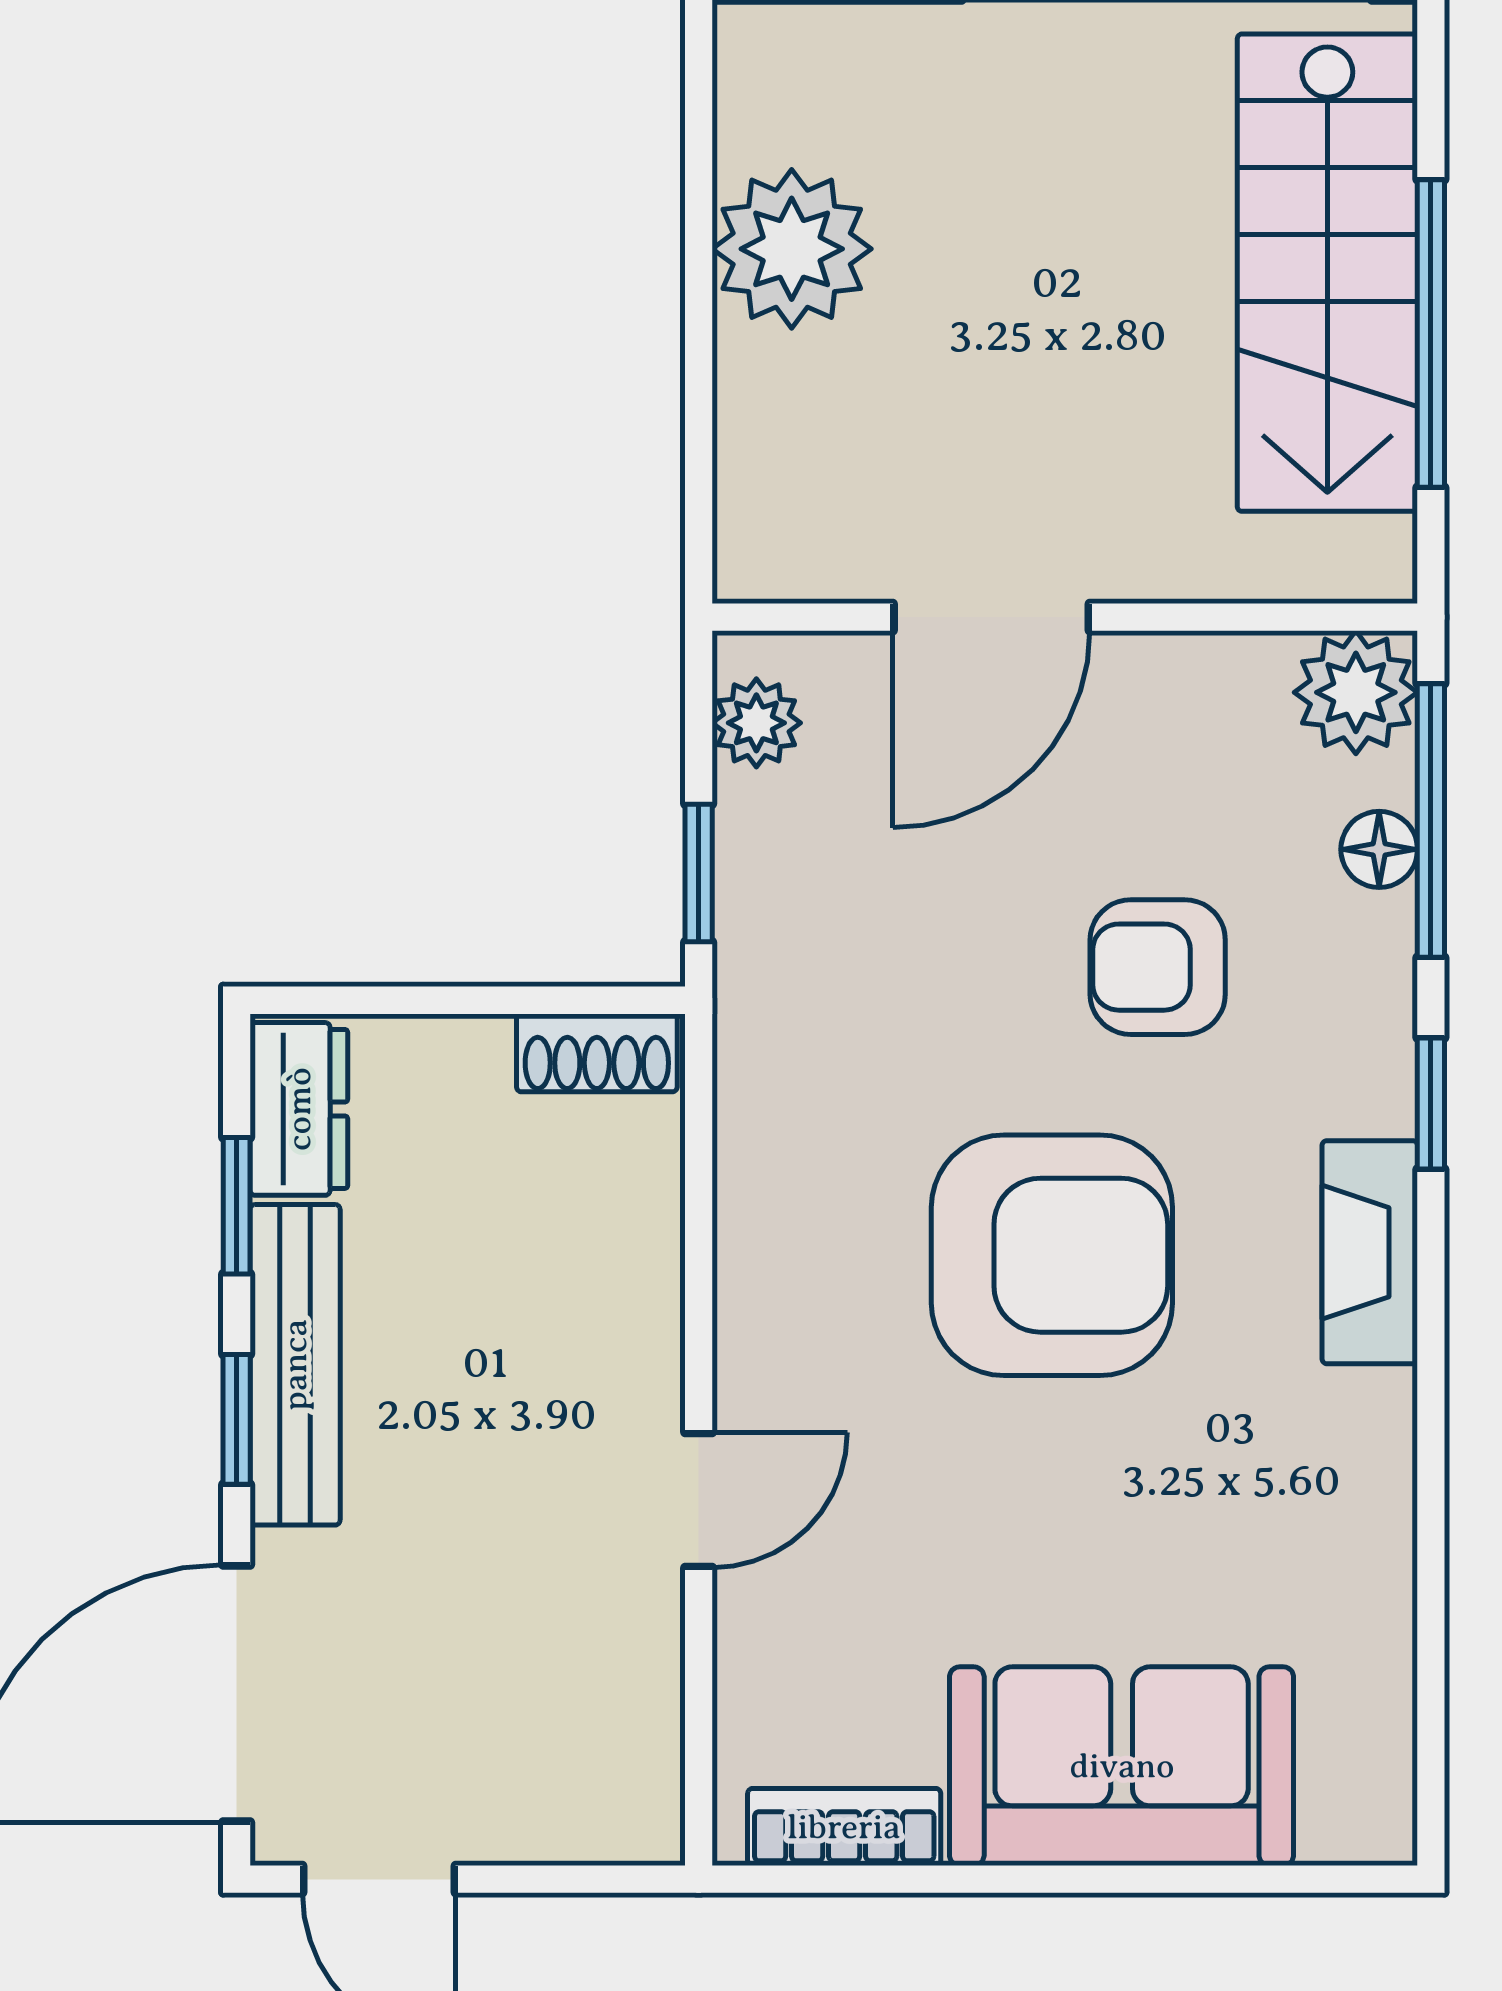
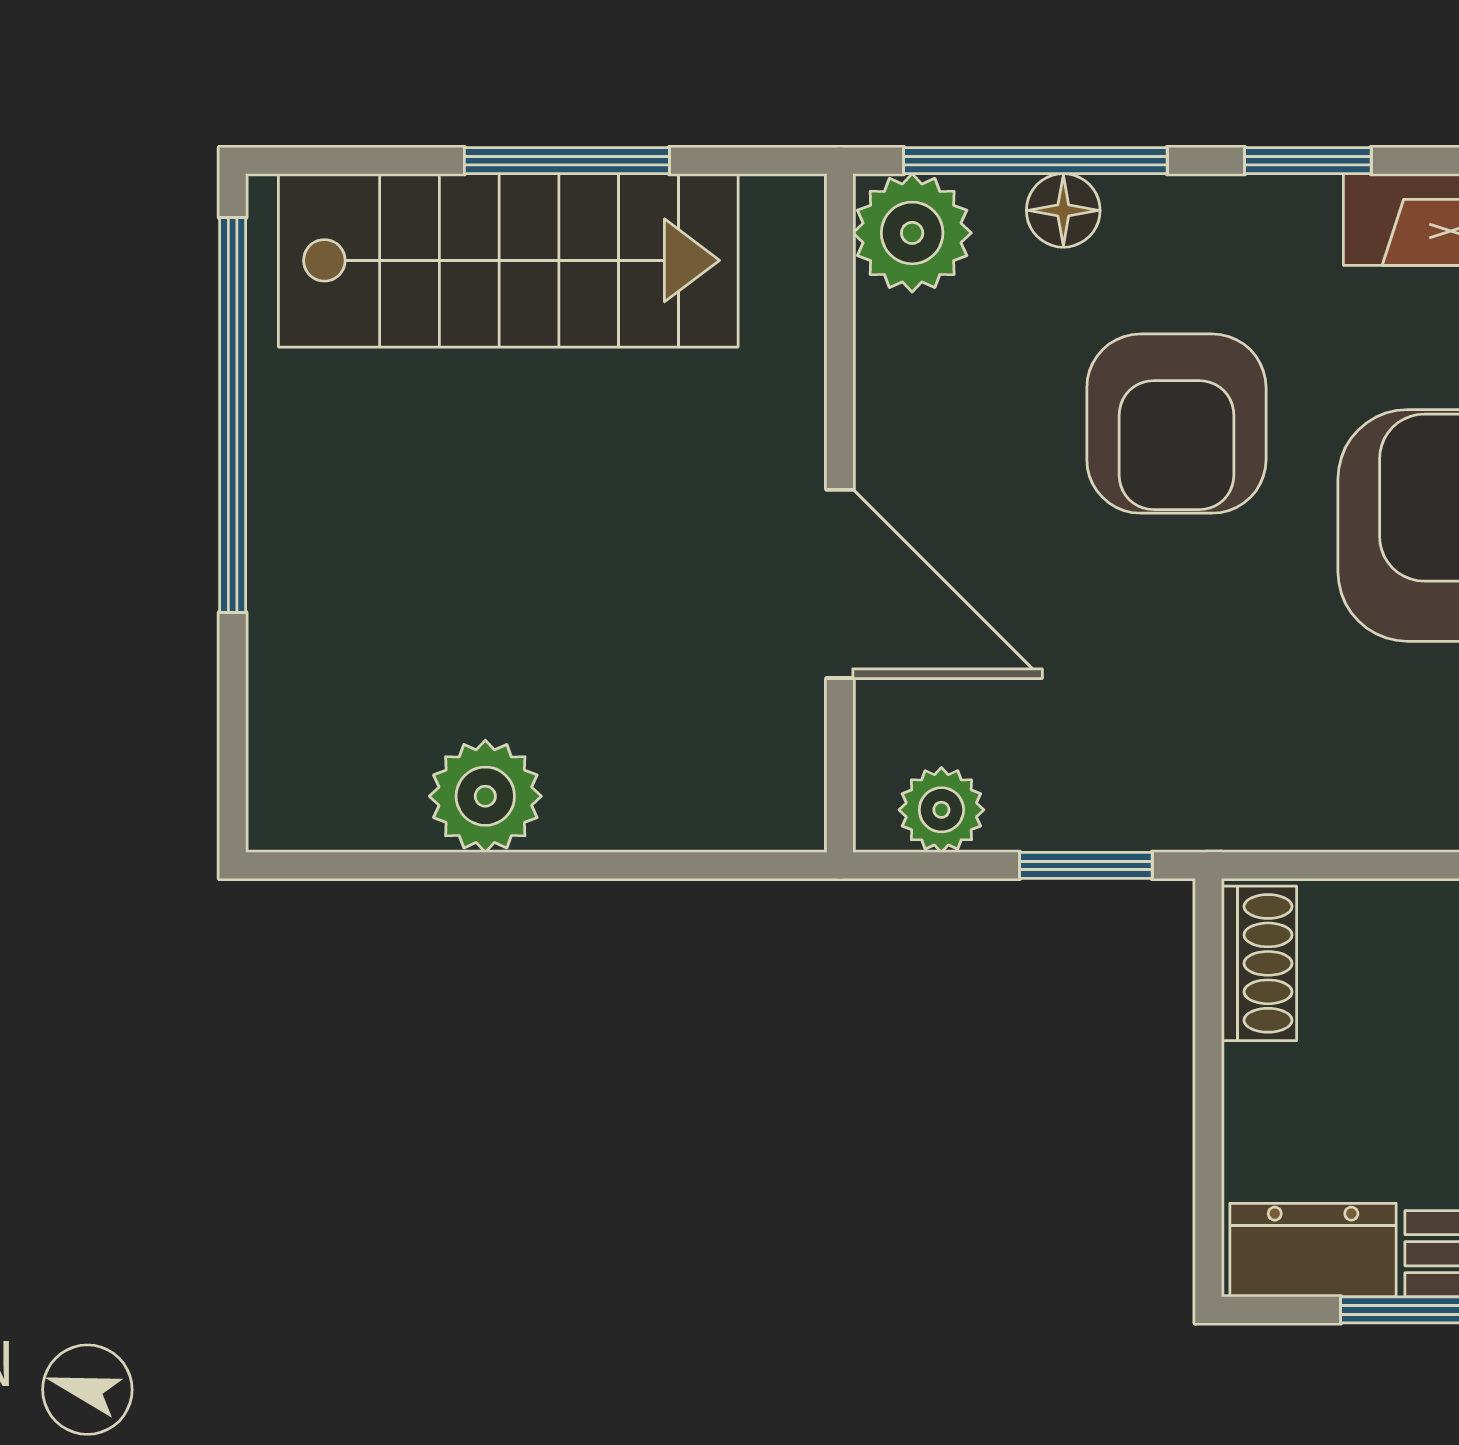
plant: (792, 249) -> (485, 796), width x0.73, depth x0.73
window: (1431, 334) -> (567, 161), width x0.69
armchair: (1158, 967) -> (1176, 424), width x1.38, depth x1.38

